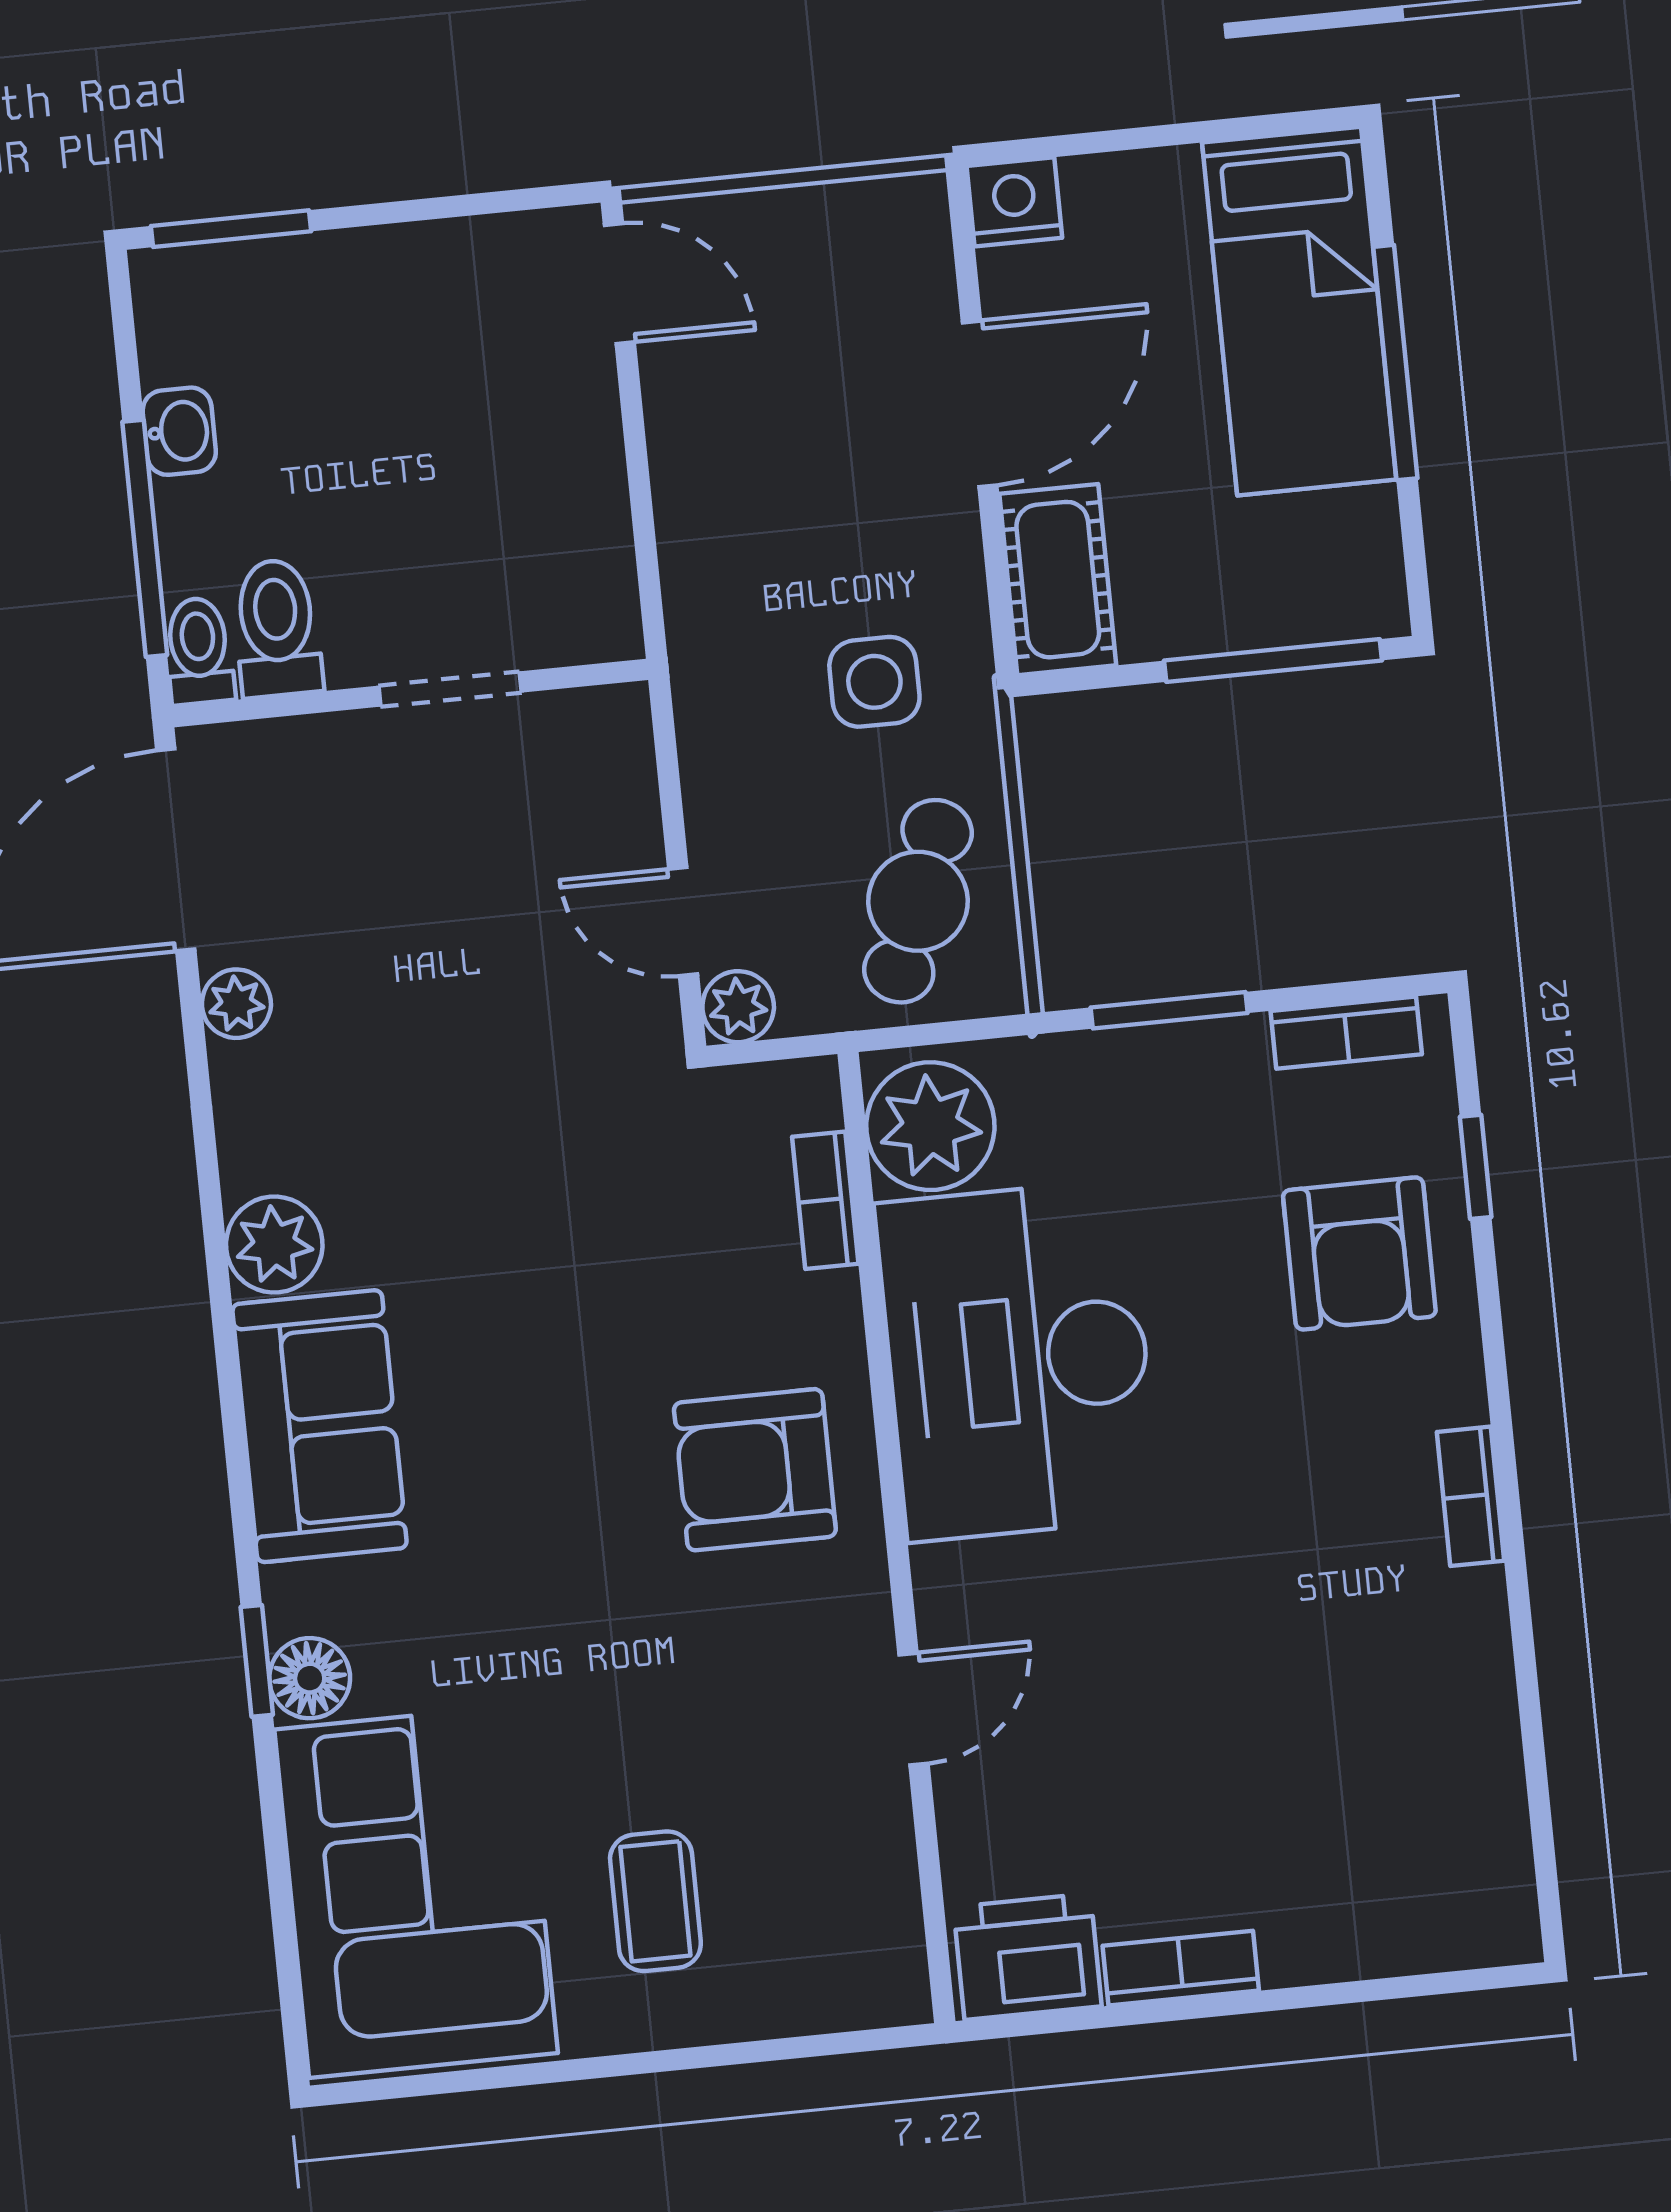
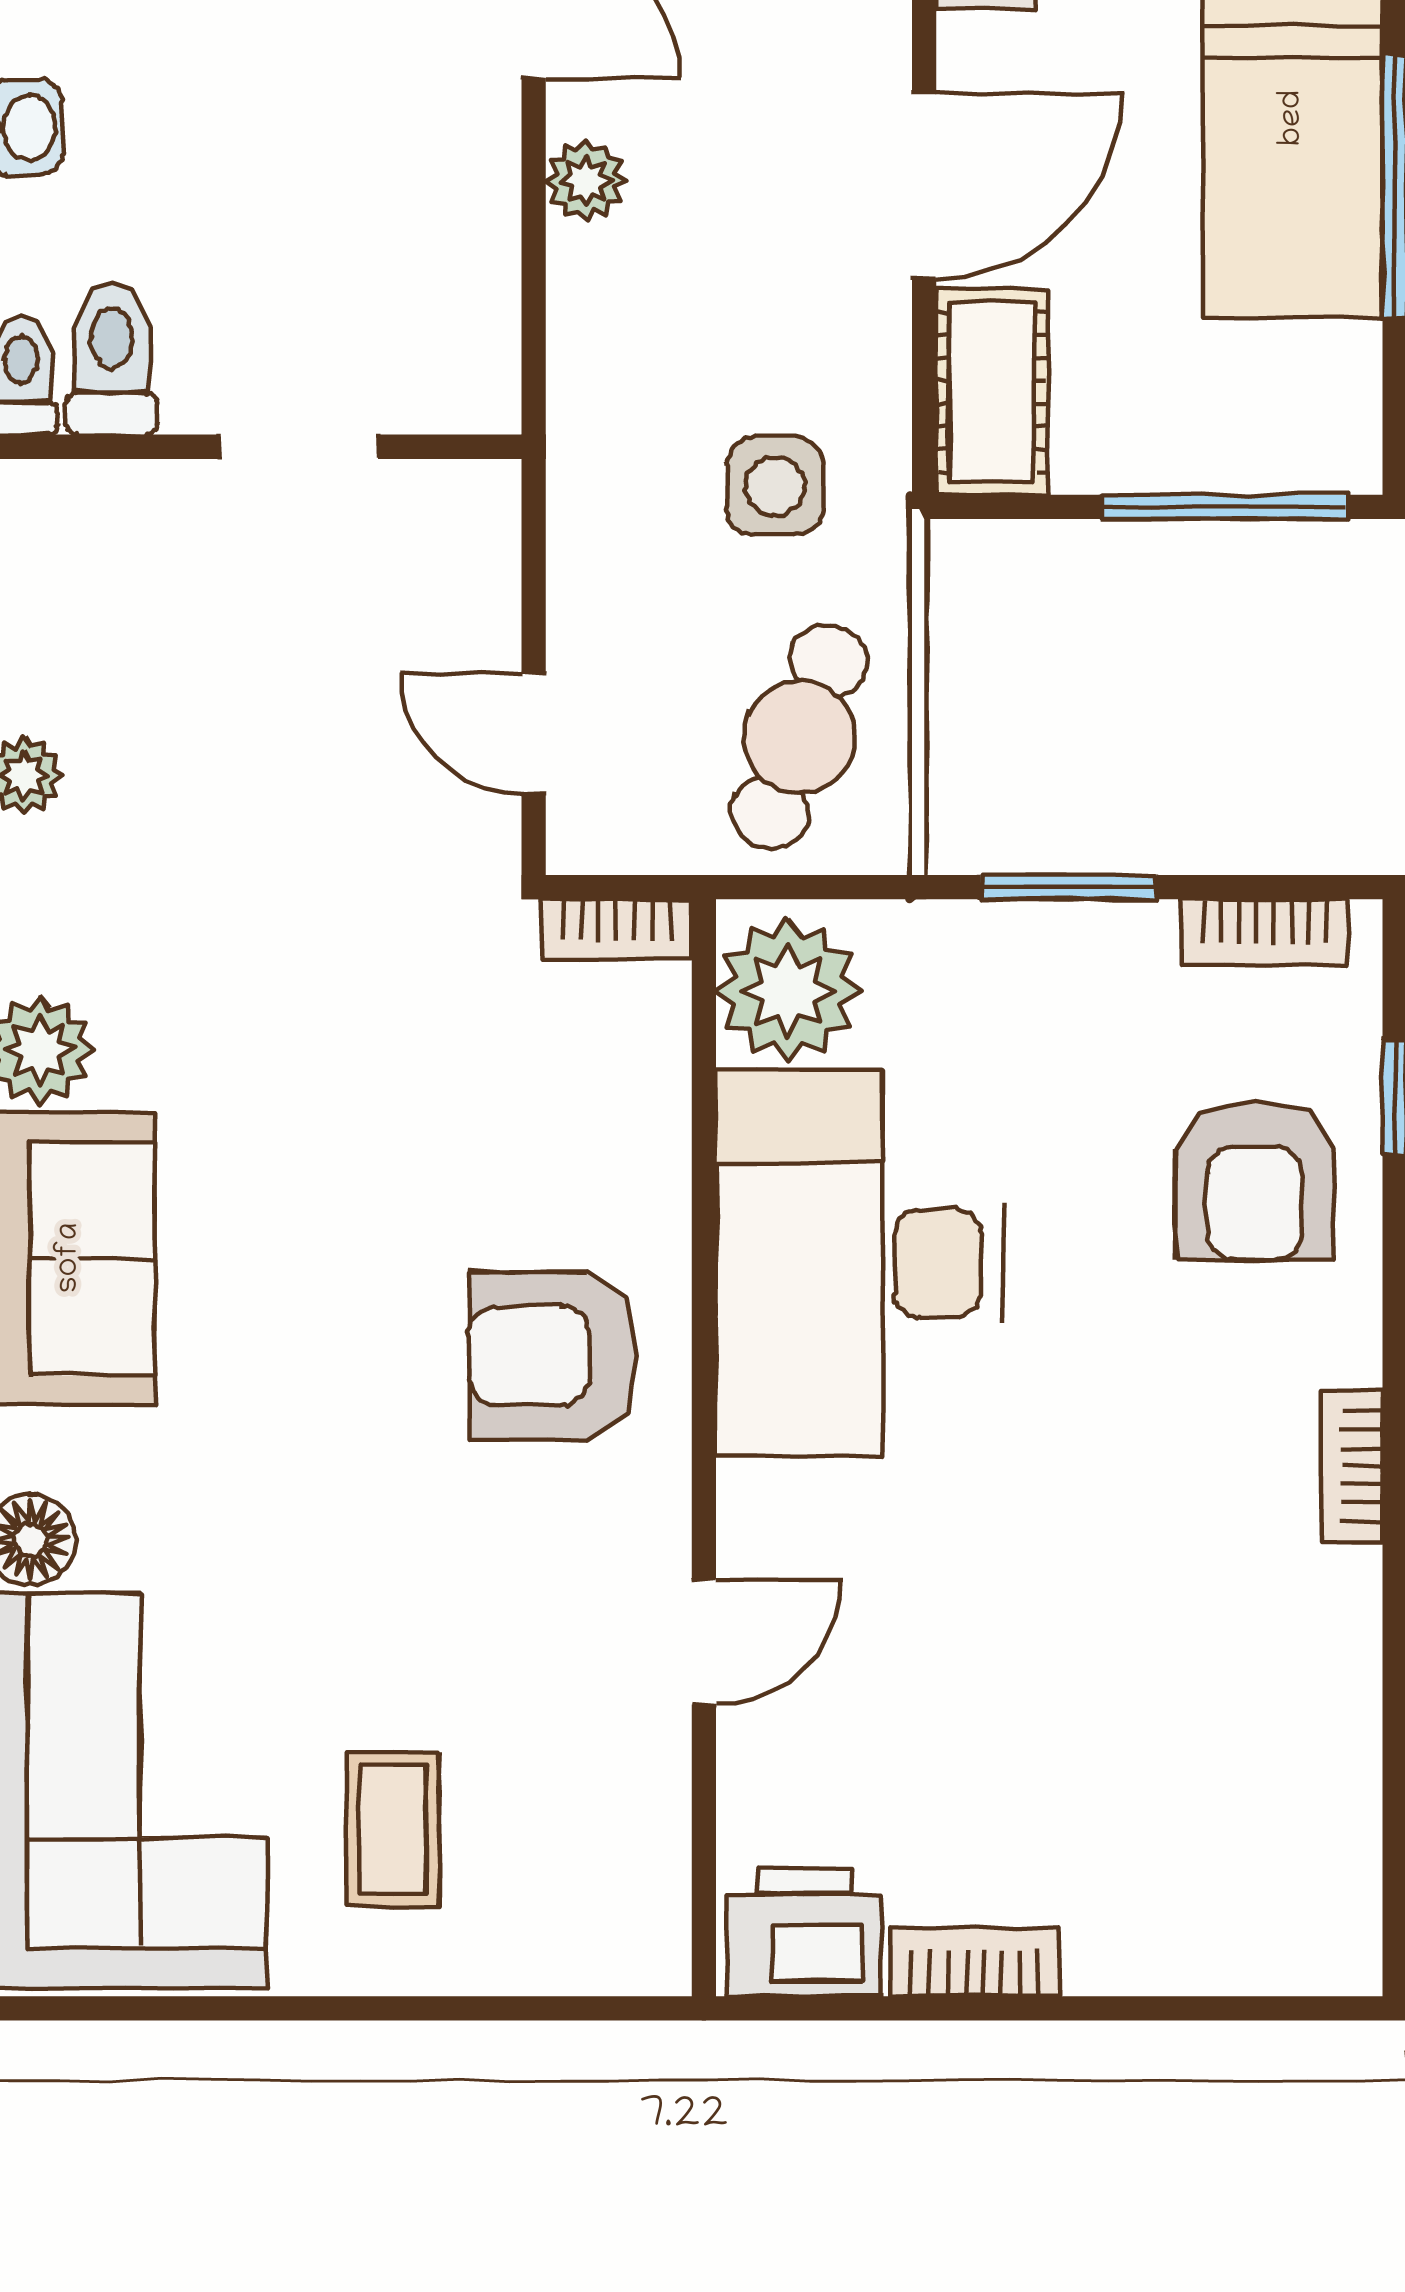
plant: (738, 1007) -> (586, 181), moved
bookcase: (825, 1200) -> (617, 929), moved, turned -90

